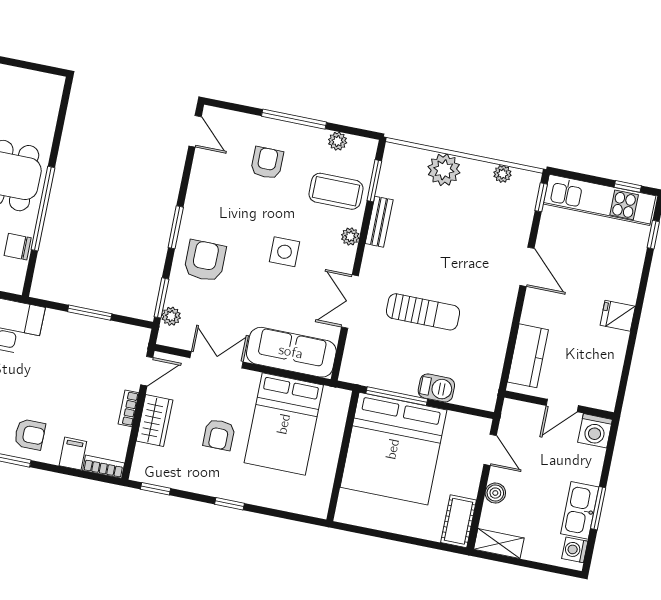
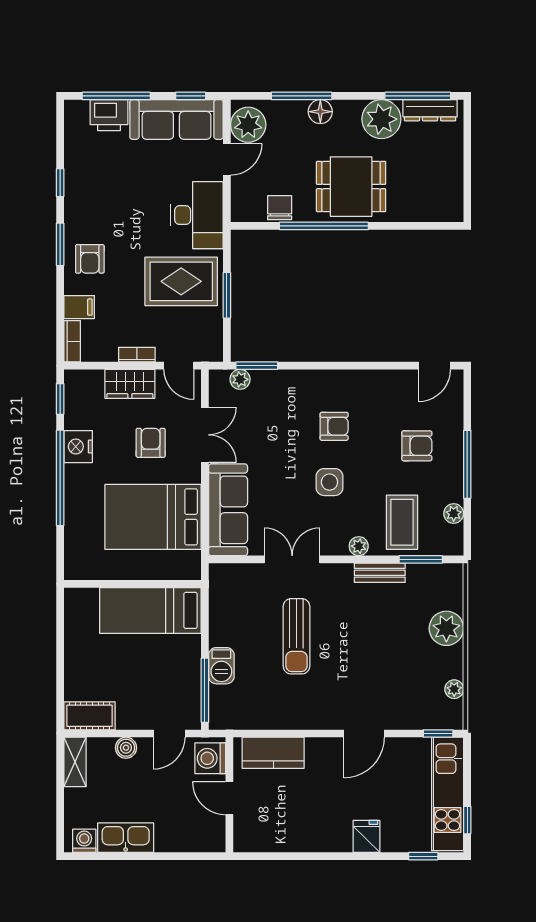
window: (176, 227) -> (332, 366), removed
armchair: (205, 261) -> (334, 426), moved, width x0.72, depth x0.72
fridge: (618, 316) -> (366, 836), moved
rug: (68, 353) -> (181, 281), added
window: (397, 396) -> (205, 690), moved
washing machine: (595, 431) -> (210, 758), moved
armchair: (219, 435) -> (151, 443), moved, turned 90
bed: (393, 449) -> (150, 610), width x0.49
nightstand: (204, 481) -> (78, 447), added
window: (230, 504) -> (60, 478), width x3.17
window: (598, 508) -> (132, 856), removed

